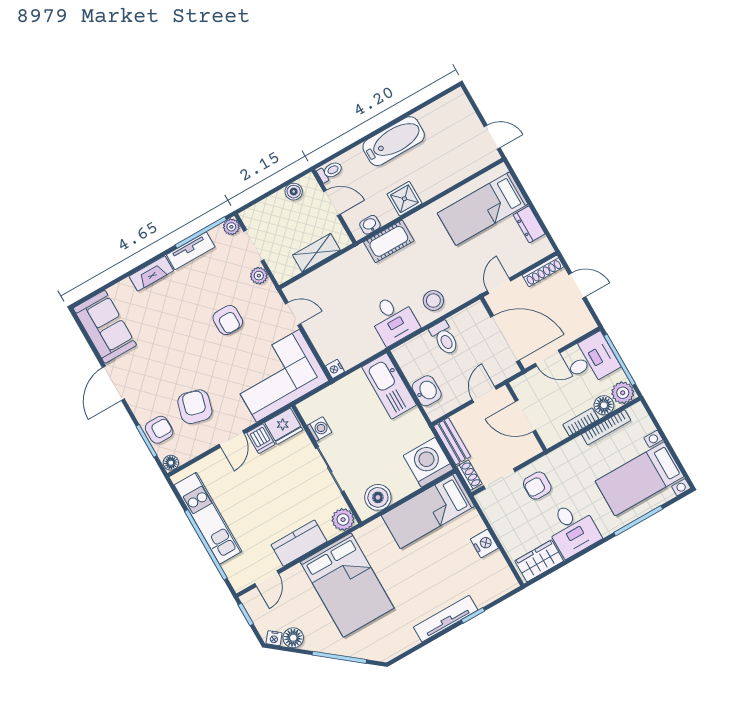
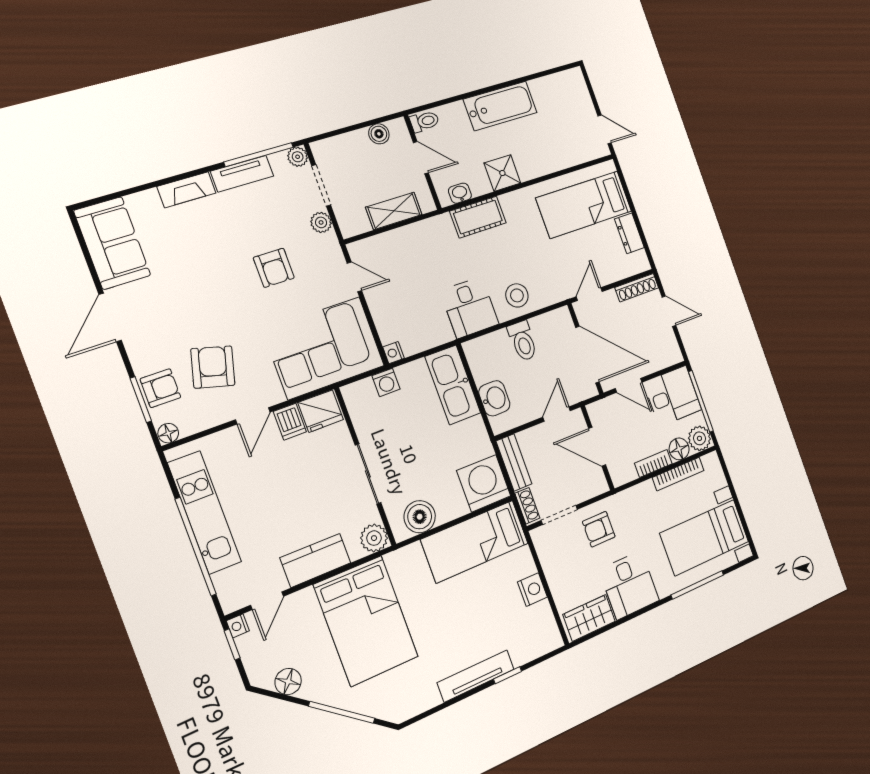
washing machine: (319, 429) -> (386, 382), moved, turned 90
nightstand: (274, 638) -> (238, 626), moved, turned 51

